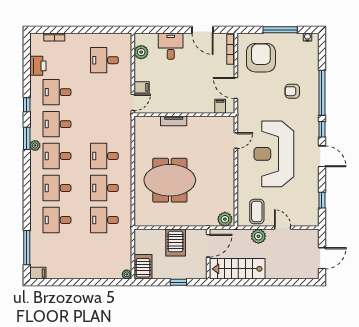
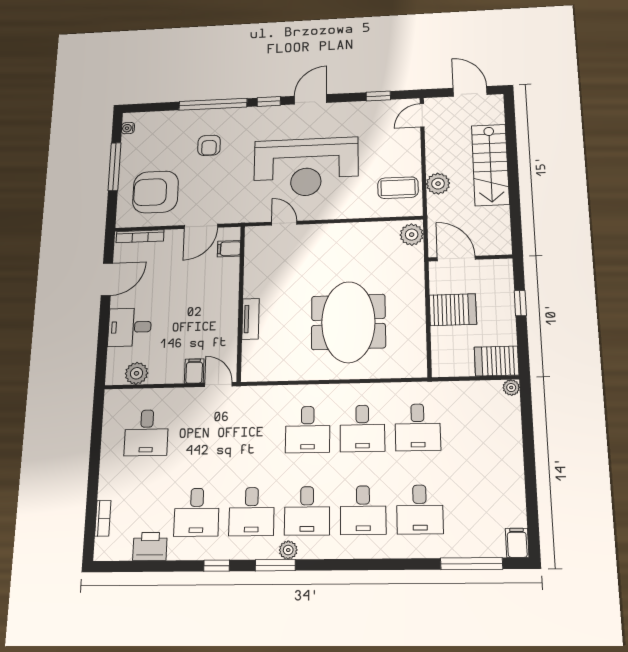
door: (283, 228) -> (422, 115), moved
stairs: (237, 269) -> (490, 165), moved

